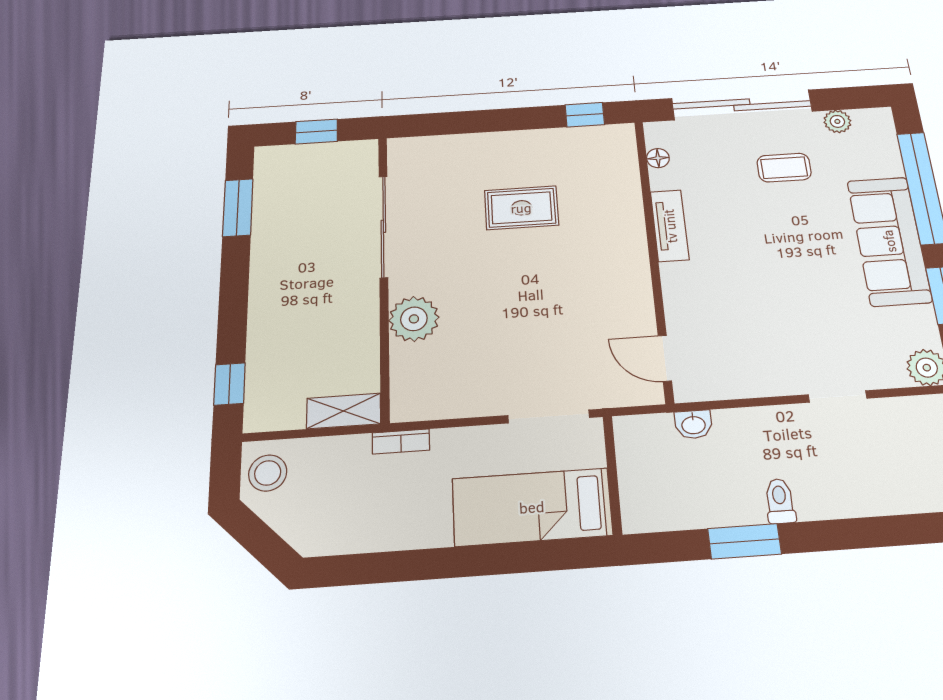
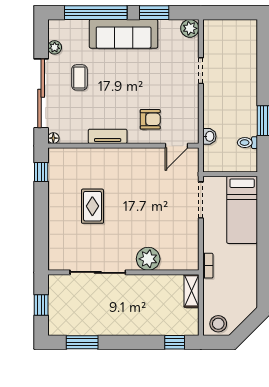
floor lamp: (658, 158) -> (53, 138), moved
armchair: (716, 303) -> (150, 119), added
toilet: (780, 501) -> (247, 143), moved

